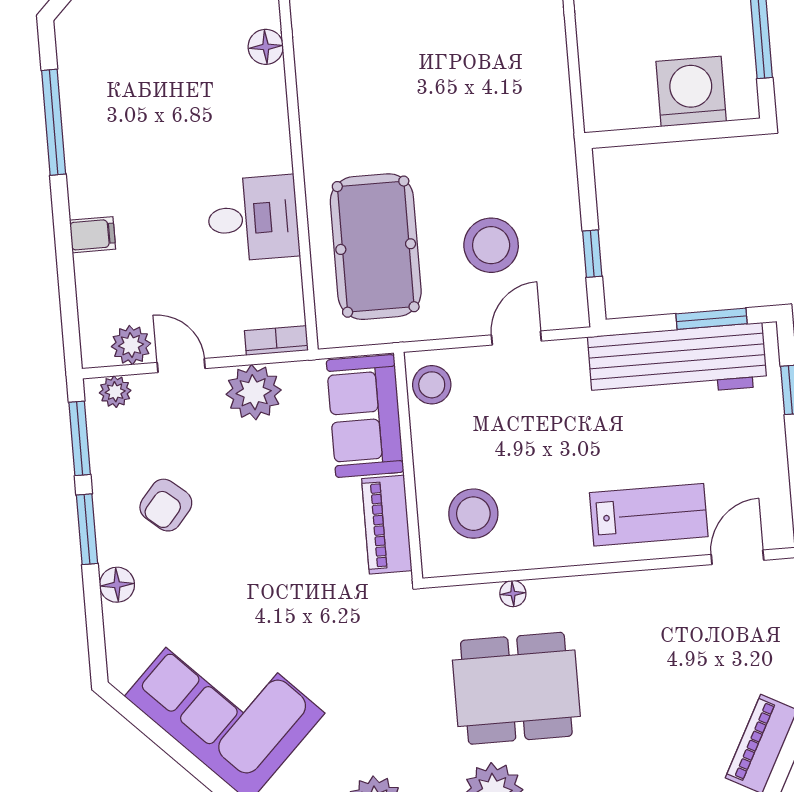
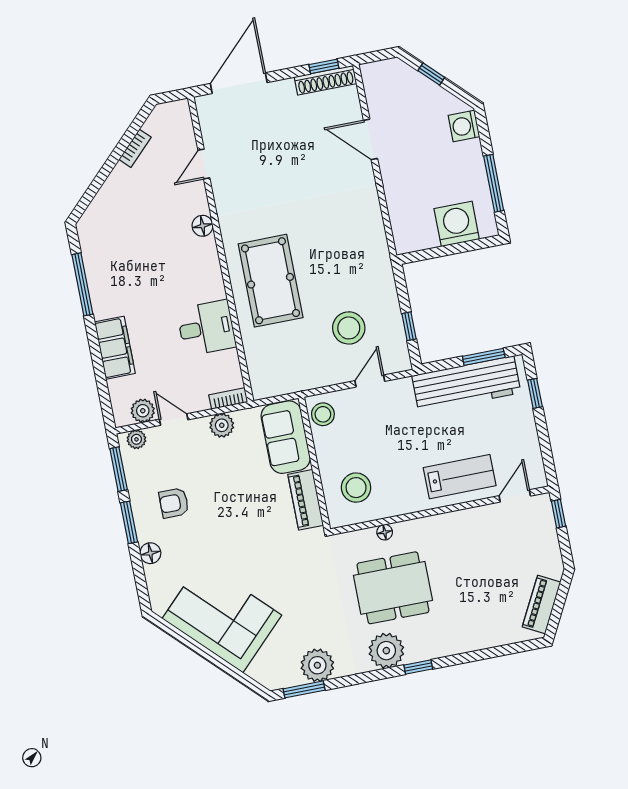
filing cabinet: (93, 235) -> (115, 348), width x3.00, depth x1.17
pool table: (376, 247) -> (271, 281), moved
plant: (254, 392) -> (222, 425), width x0.73, depth x0.73
armchair: (166, 505) -> (174, 503), turned 50

